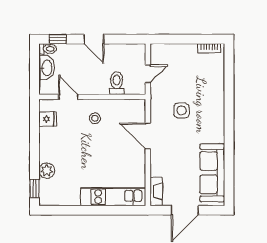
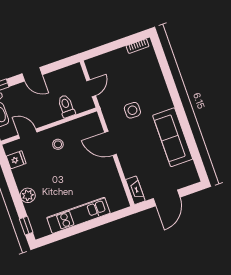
plant: (47, 171) -> (28, 195), moved
sofa: (212, 173) -> (173, 137), moved
kitchen unit: (113, 197) -> (78, 215), moved

